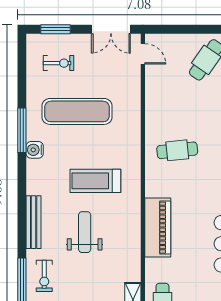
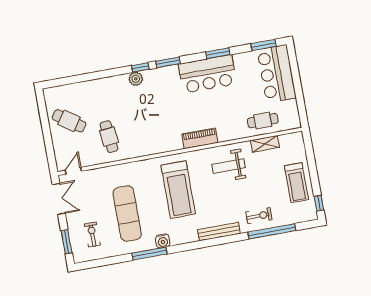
cafe table: (177, 150) -> (109, 137), moved
treadmill: (95, 181) -> (178, 190), width x1.37, depth x1.38
piano: (158, 228) -> (200, 138), width x0.73, depth x0.75
weight bench: (85, 232) -> (229, 166), moved

